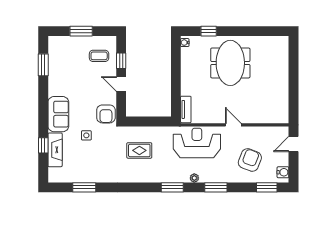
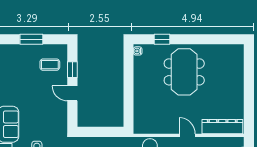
tv unit: (186, 109) -> (139, 119), removed
armchair: (106, 114) -> (57, 124), removed
dresser: (268, 116) -> (222, 127), added

